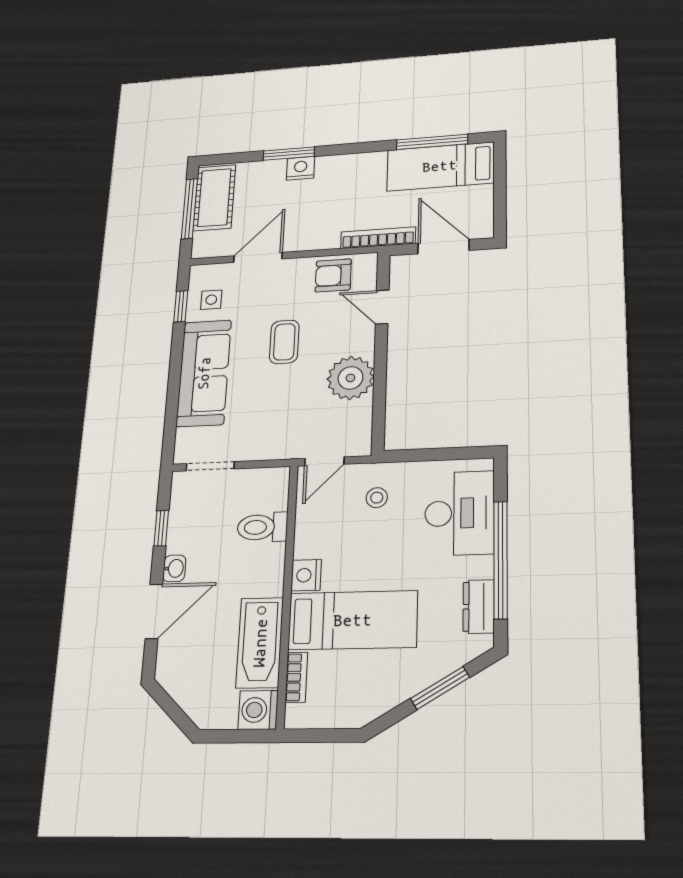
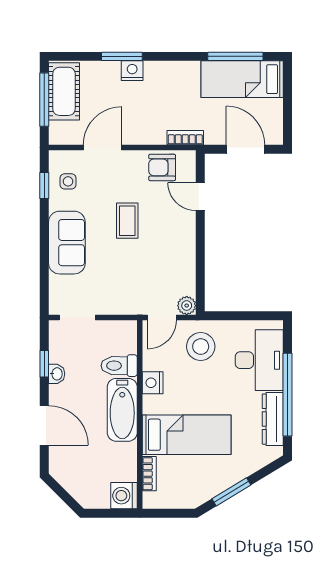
bookcase: (378, 238) -> (185, 138), width x0.64
sofa: (204, 373) -> (67, 243), width x0.73
plant: (350, 378) -> (187, 306), moved, width x0.53, depth x0.53
stool: (377, 498) -> (201, 347), width x1.89, depth x1.89
washbasin: (174, 568) -> (57, 374), moved
nightstand: (306, 575) -> (153, 383), moved
dresser: (479, 606) -> (273, 419), width x1.44
door: (154, 611) -> (44, 425), hinge flipped
bathtub: (260, 643) -> (122, 410), moved
window: (440, 688) -> (231, 492), moved

